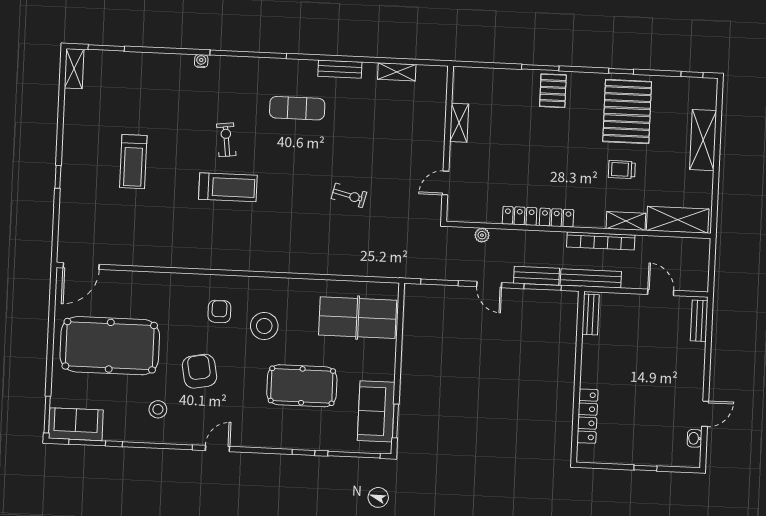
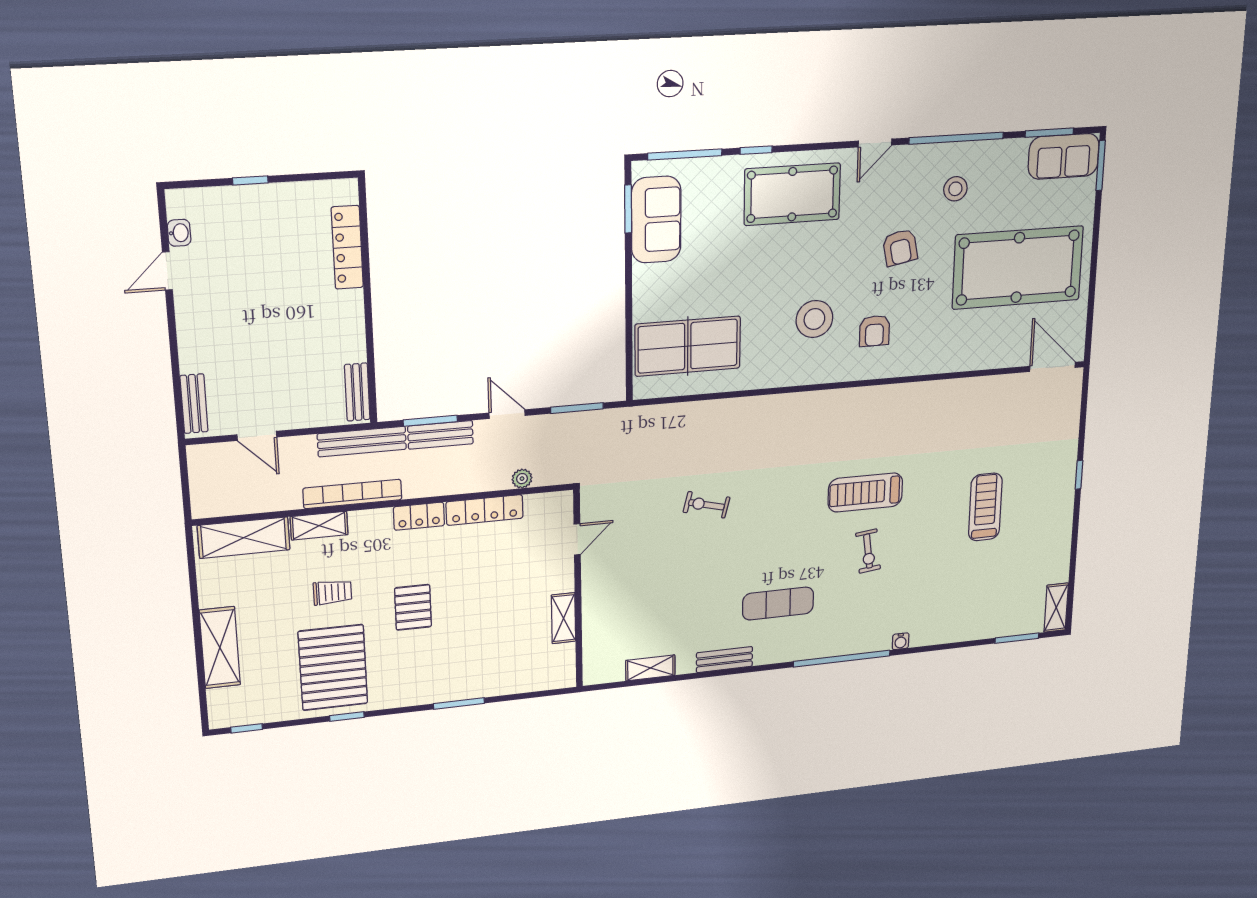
pallet: (553, 91) -> (413, 607), moved
locker: (520, 216) -> (485, 510), width x1.53
door: (81, 266) -> (1052, 367), hinge flipped
armchair: (199, 371) -> (900, 247), width x0.72, depth x0.72
pool table: (302, 386) -> (792, 194), moved

